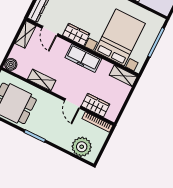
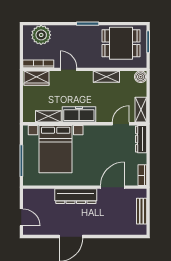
door: (50, 31) -> (121, 124), hinge flipped
wardrobe: (76, 35) -> (96, 132), removed
shelving: (123, 76) -> (48, 116), moved
wardrobe: (95, 105) -> (36, 78), moved

